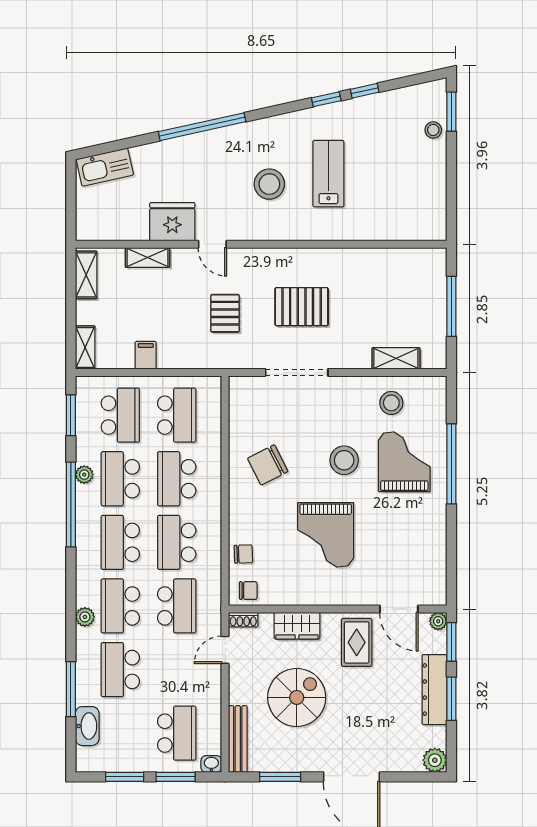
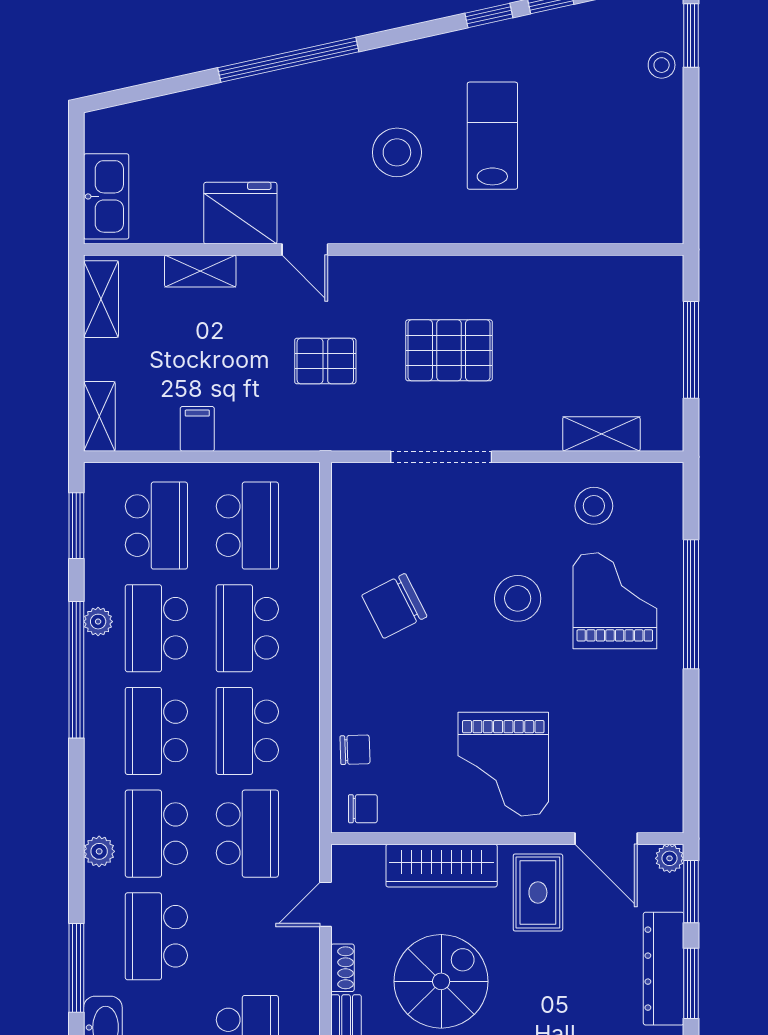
kitchen sink: (105, 167) -> (106, 196), moved, turned -78
pallet: (225, 313) -> (325, 361), turned 90
grand piano: (326, 535) -> (503, 764), moved
shoe rack: (243, 620) -> (343, 968), moved, turned -90
wardrobe: (297, 626) -> (442, 866), width x1.50

